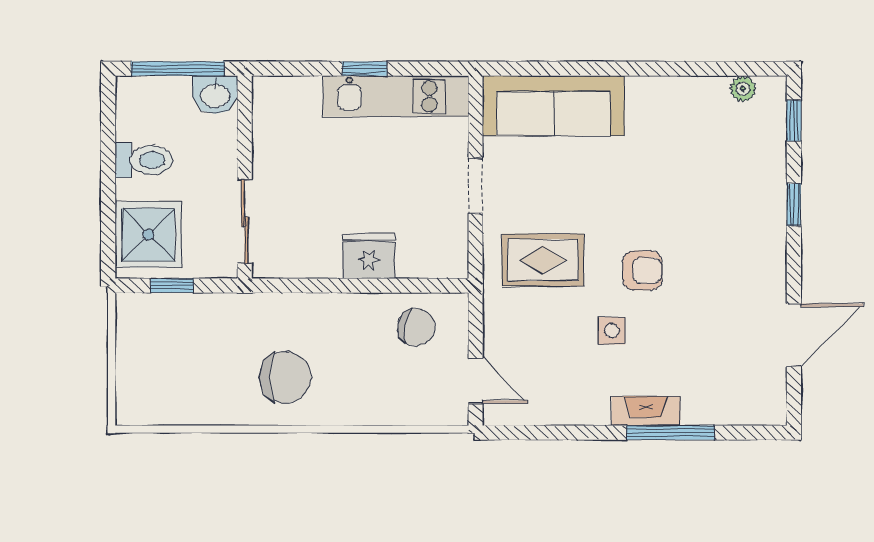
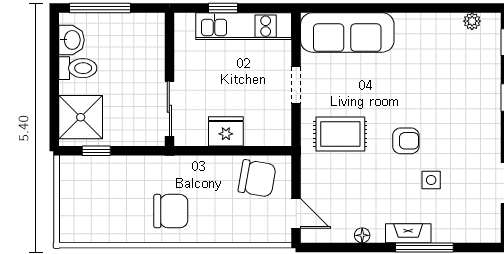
washbasin: (215, 95) -> (71, 40), moved, turned -90
wall: (245, 177) -> (169, 79), moved
sliding door: (245, 222) -> (169, 109), moved
chair: (416, 327) -> (257, 178), width x1.37, depth x1.37
side table: (612, 331) -> (431, 180), moved
floor lamp: (576, 414) -> (362, 235), added

